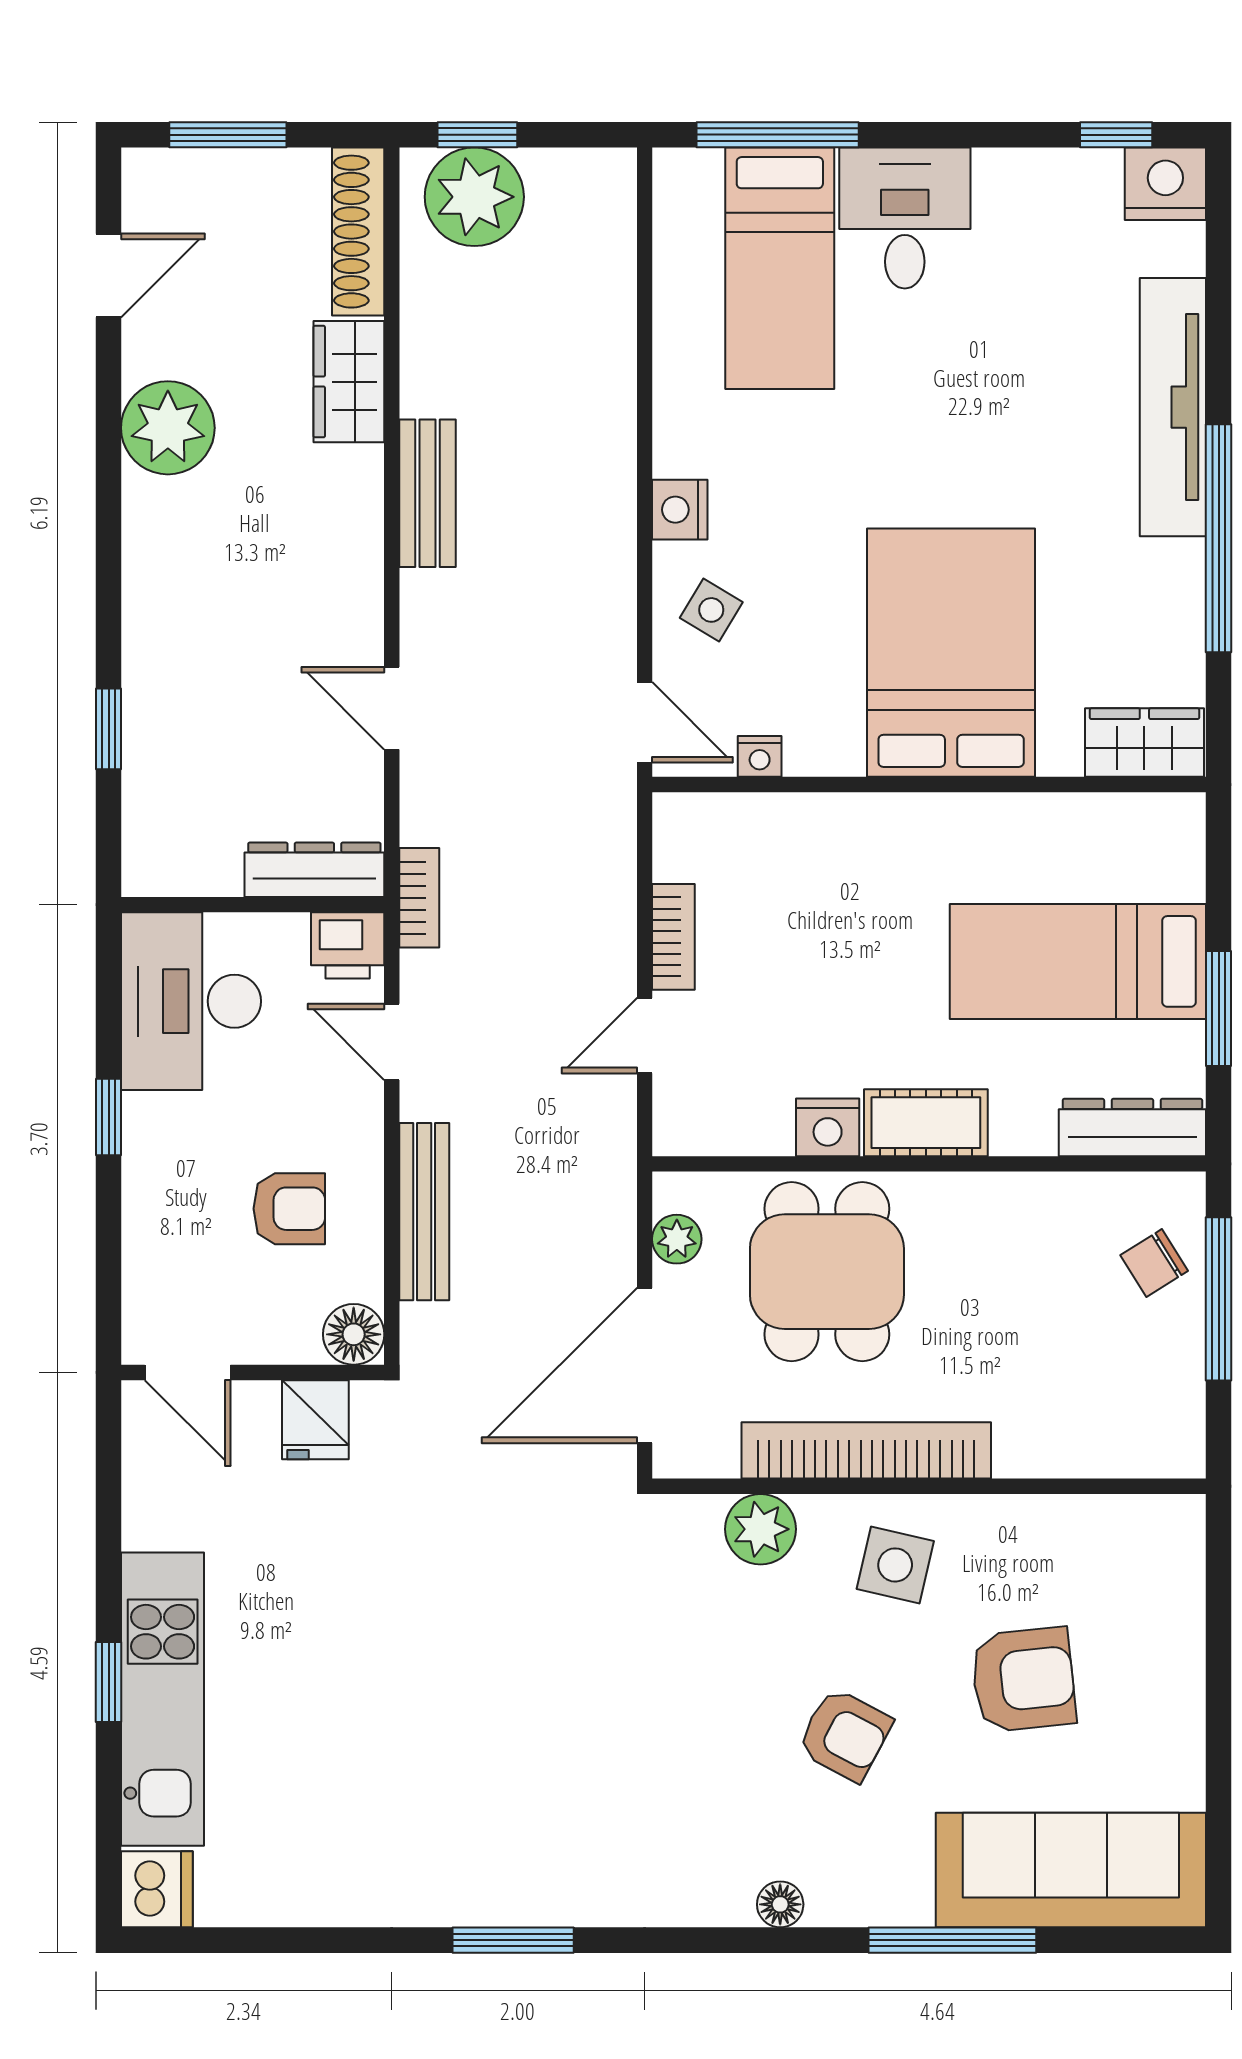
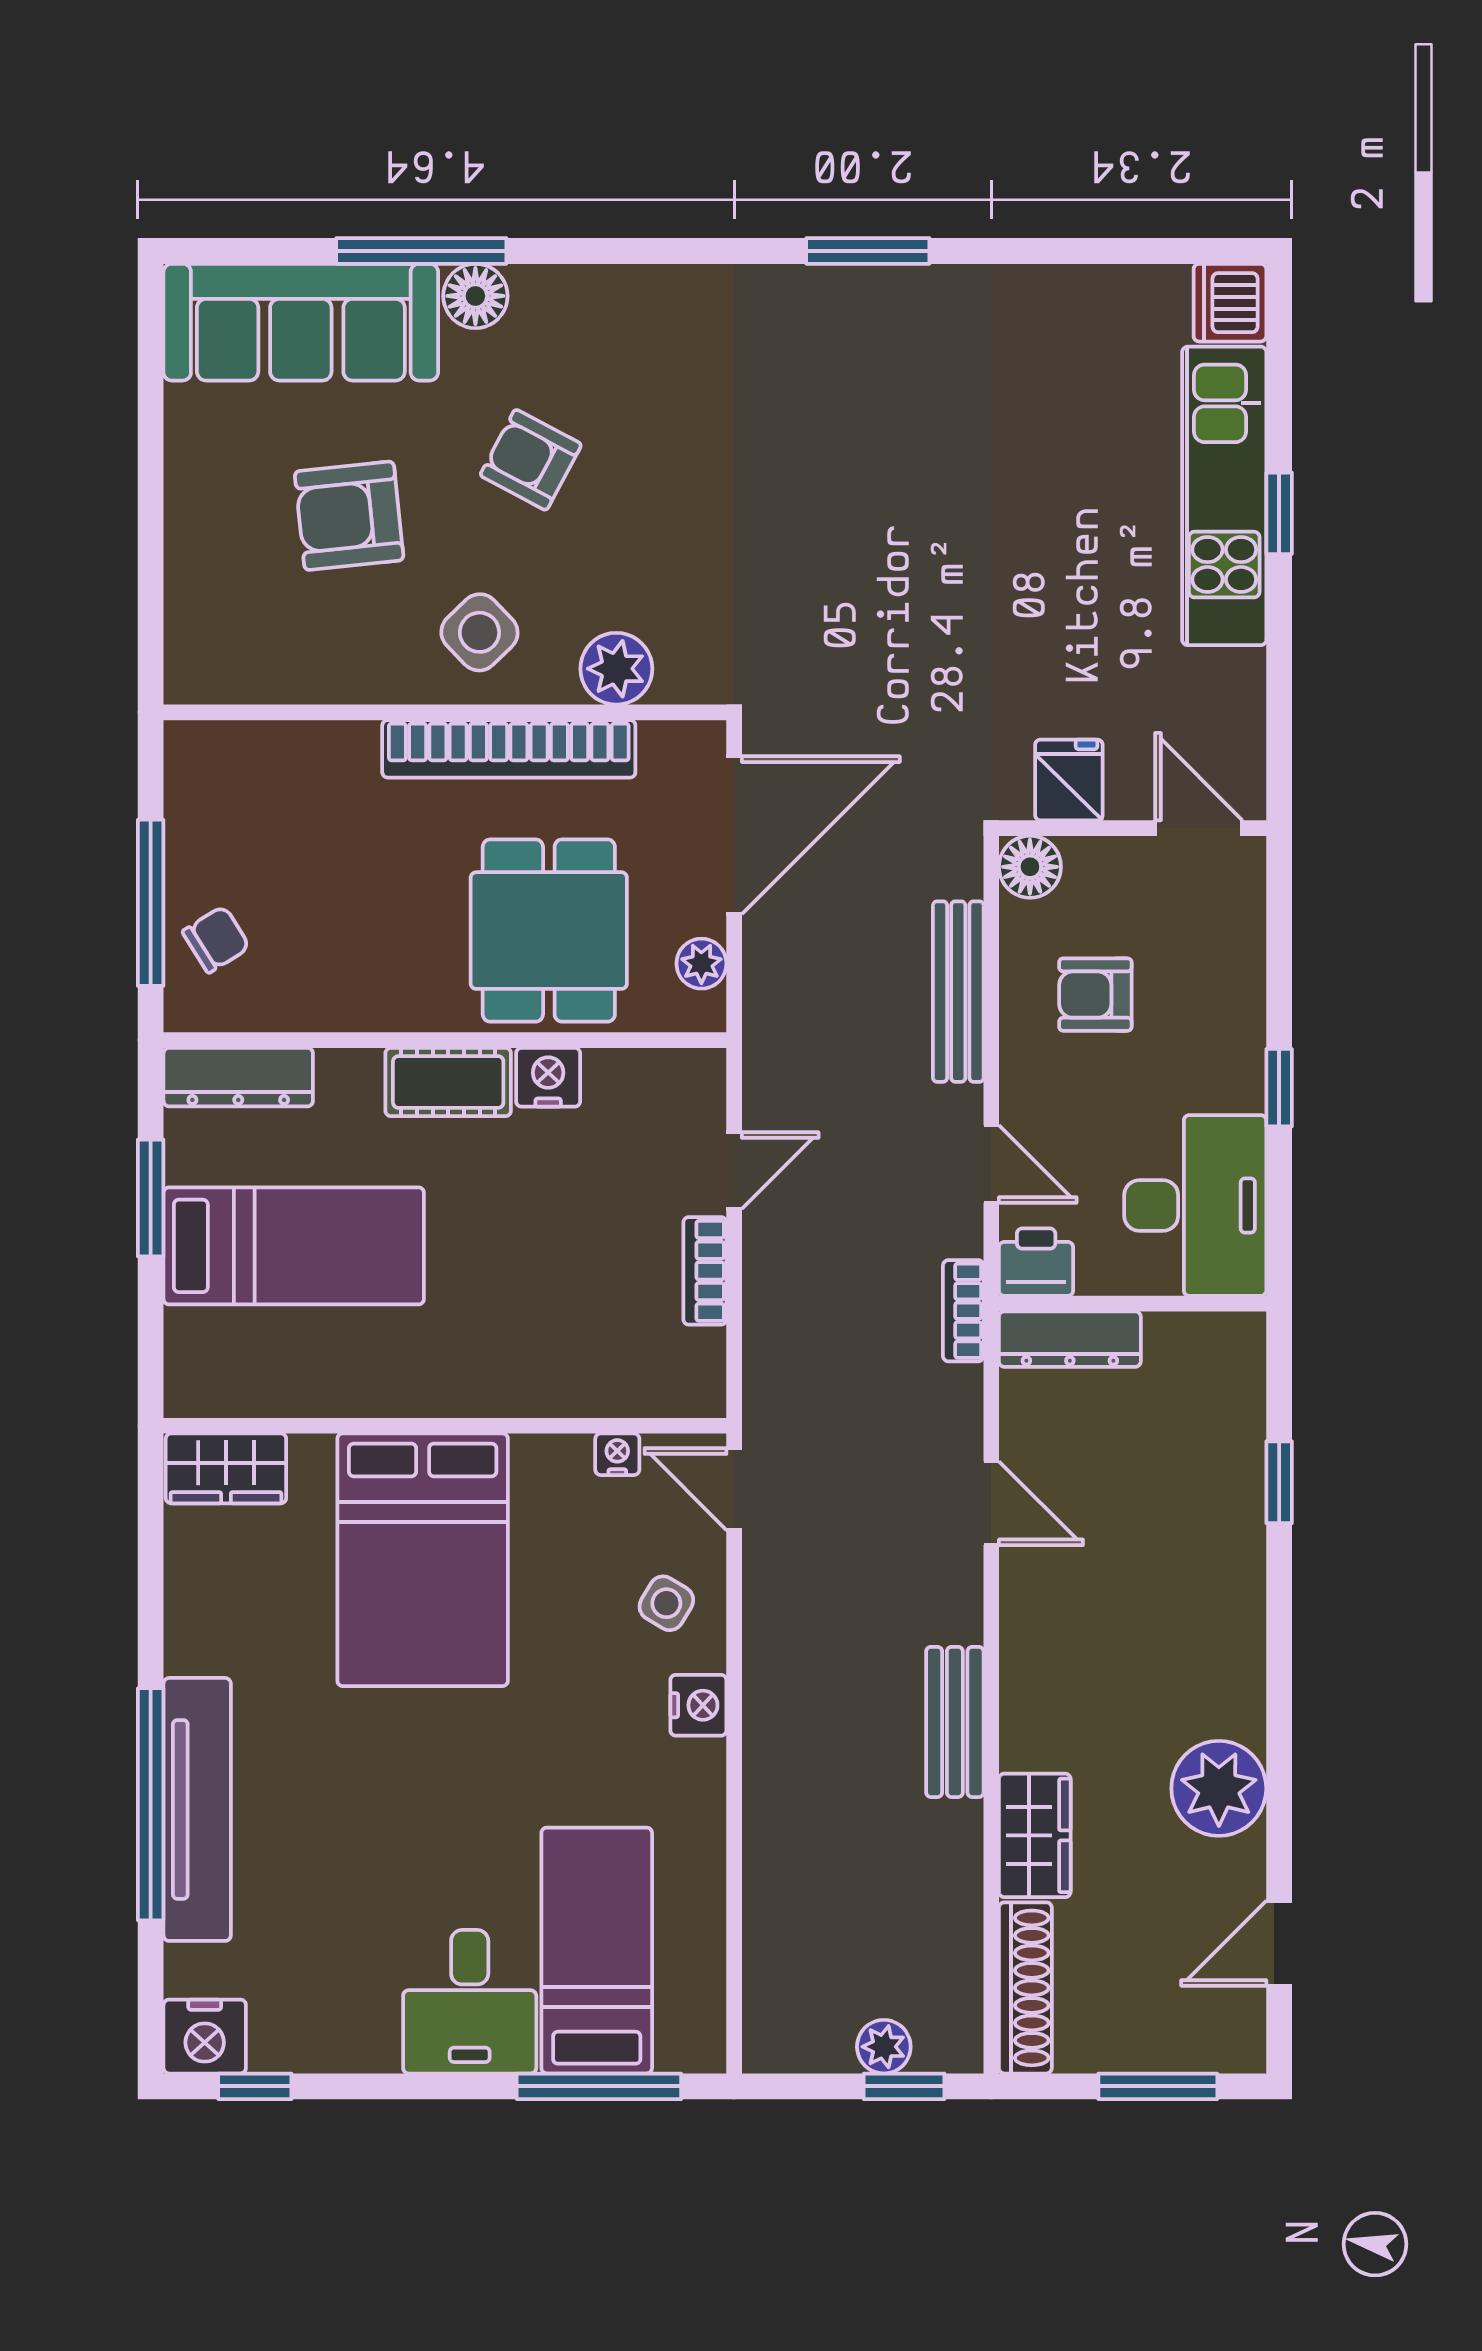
plant: (474, 197) -> (884, 2047), width x0.53, depth x0.53
window: (1219, 538) -> (151, 1804), moved
side table: (895, 1565) -> (479, 632), turned 33
floor lamp: (780, 1904) -> (475, 296), moved, width x1.37, depth x1.37

